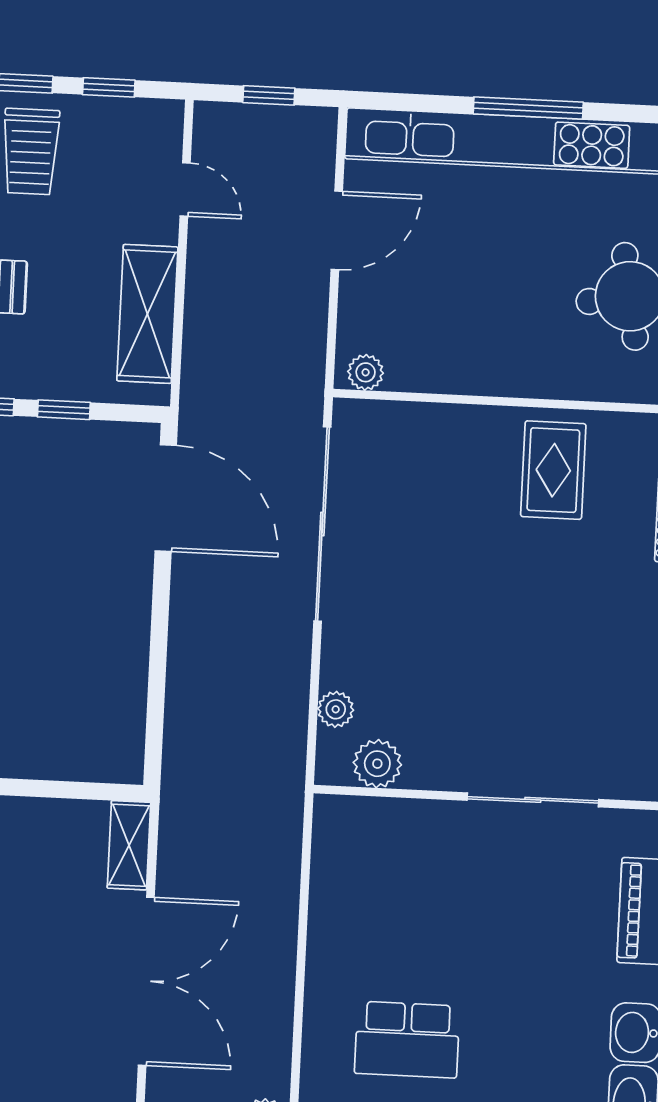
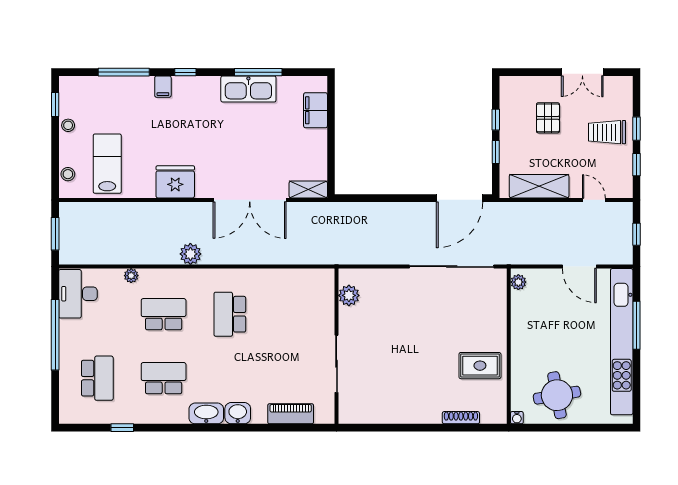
window: (528, 108) -> (637, 325), moved
door: (185, 189) -> (594, 200), swing flipped
plant: (336, 709) -> (372, 276), removed

